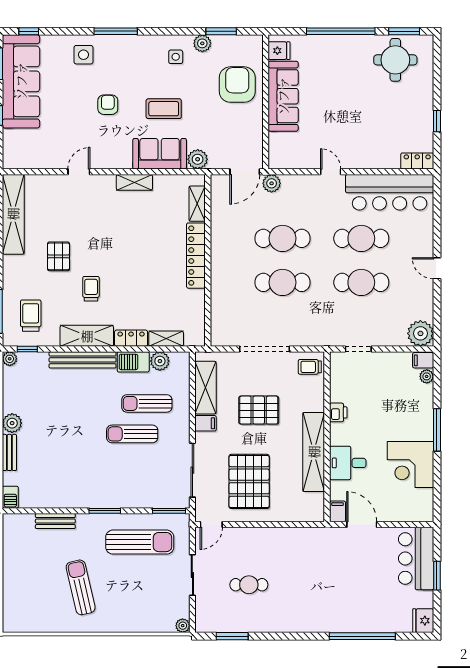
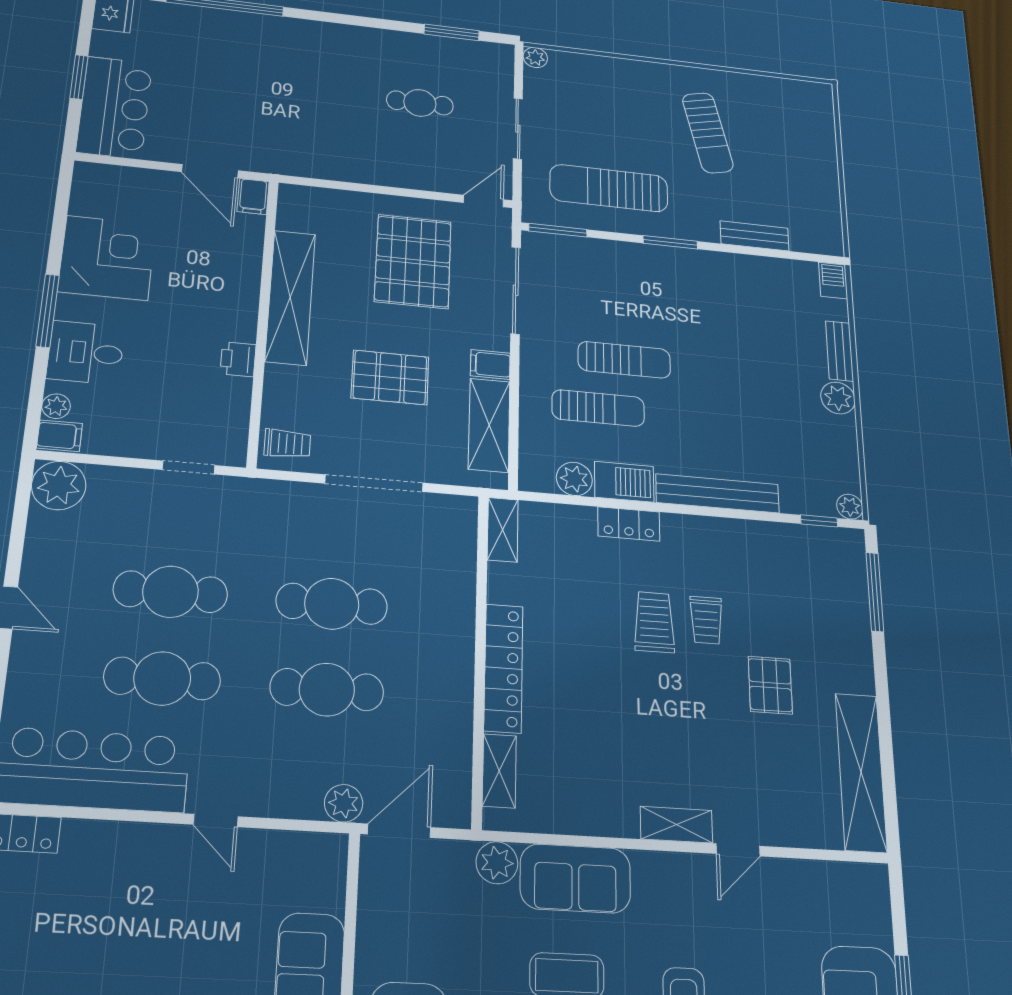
shelving: (134, 182) -> (676, 825), moved
trolley: (31, 316) -> (654, 622), moved, turned 180
shelving: (87, 336) -> (711, 535), removed
shelving: (166, 339) -> (503, 530), moved, turned 90
desk: (348, 463) -> (86, 353), moved, turned 180

